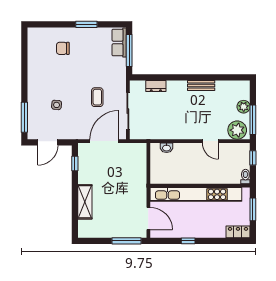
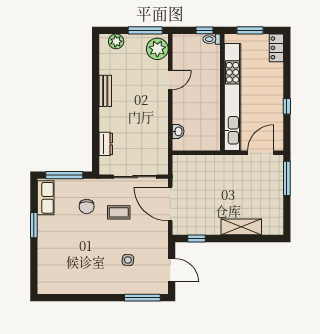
row of seats: (119, 42) -> (46, 198), moved, turned -90
chair: (63, 48) -> (87, 207), moved
plant: (244, 107) -> (116, 41), moved
window: (253, 158) -> (204, 30), moved

